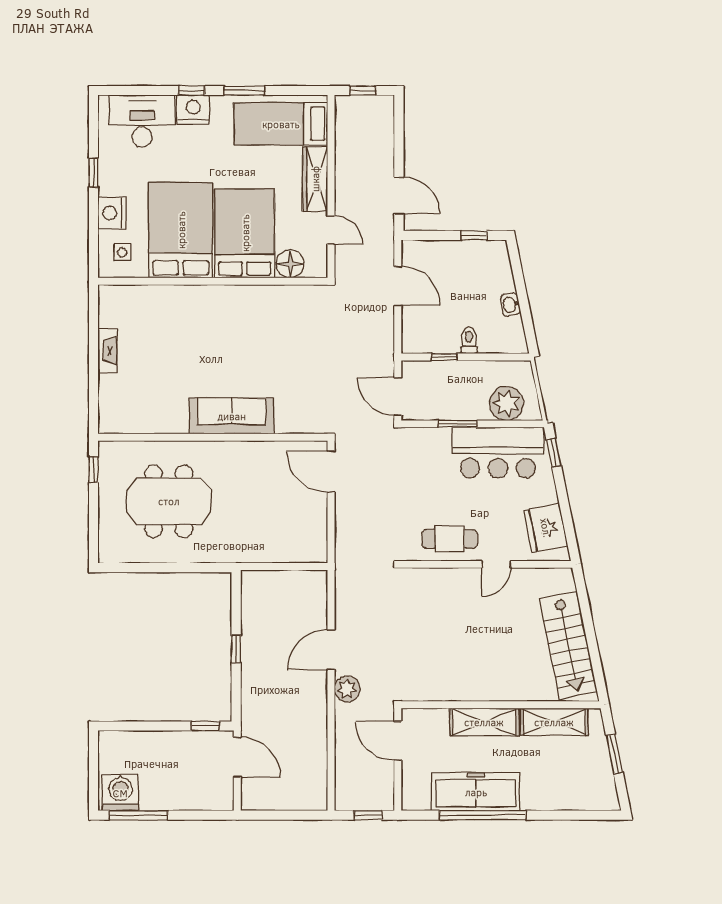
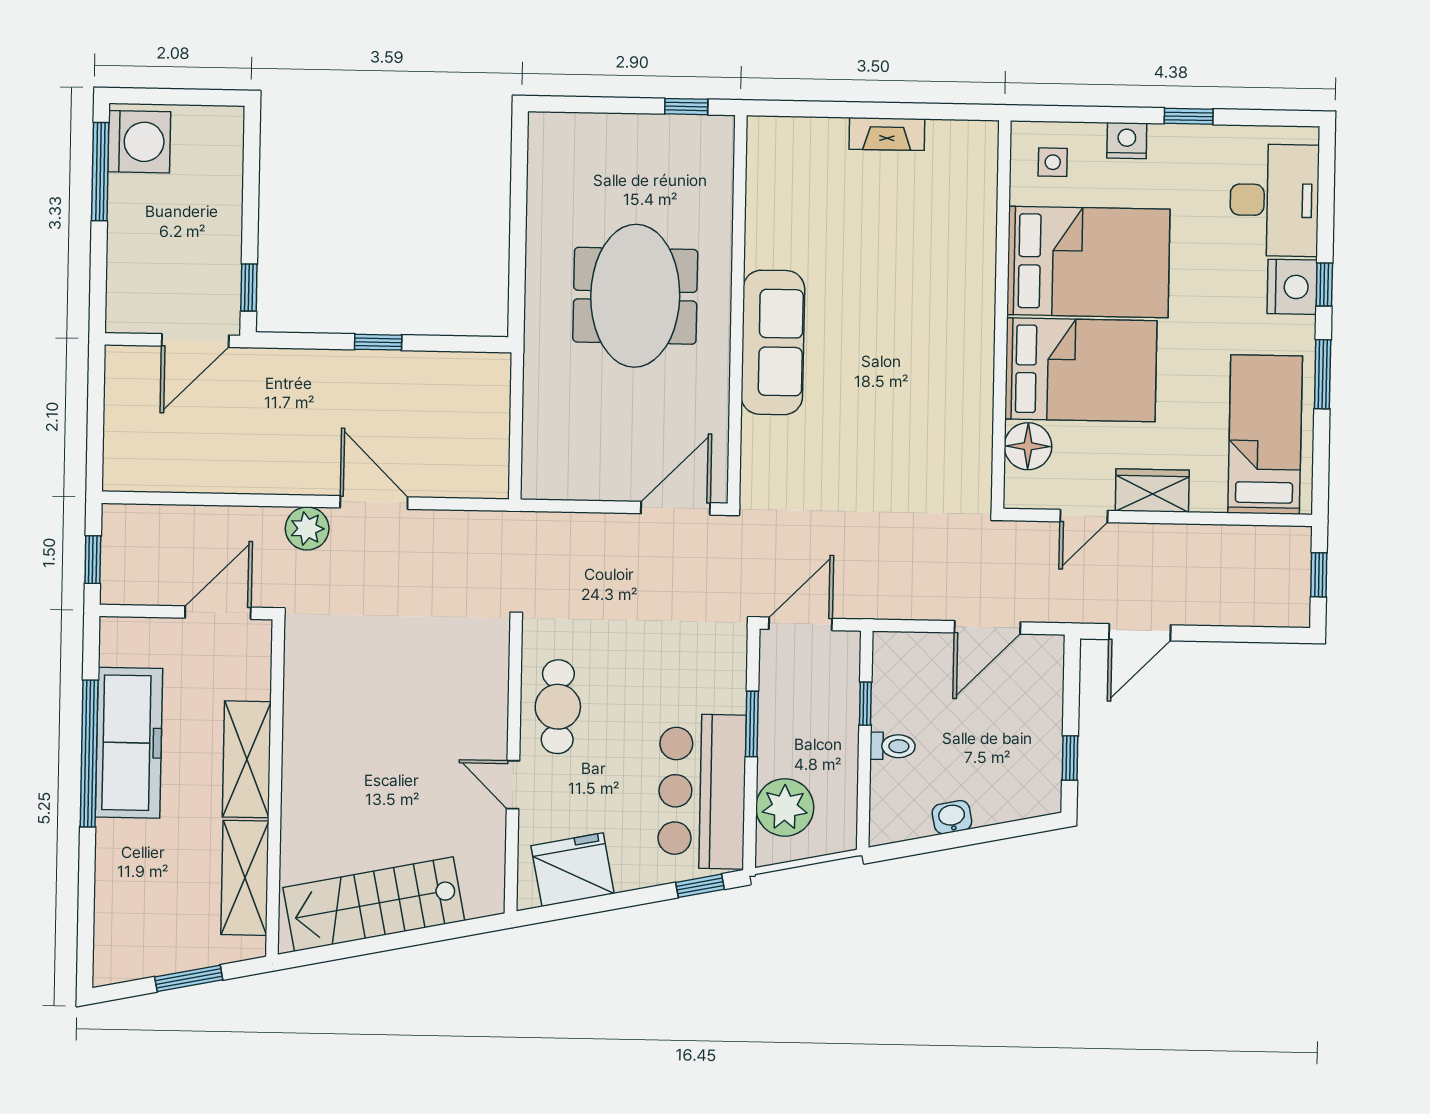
wardrobe: (315, 179) -> (1152, 491), width x0.67
nightstand: (112, 213) -> (1127, 141), width x0.74, depth x0.75
meeting table: (169, 501) -> (635, 296), moved

